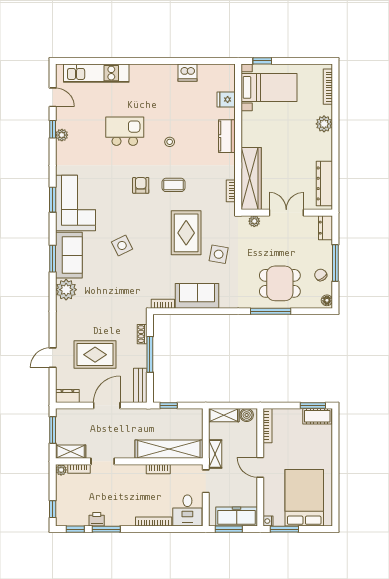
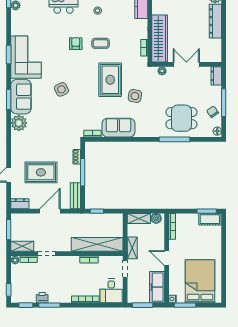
dresser: (324, 183) -> (215, 21), moved
freezer: (237, 517) -> (157, 287), moved, turned -90

